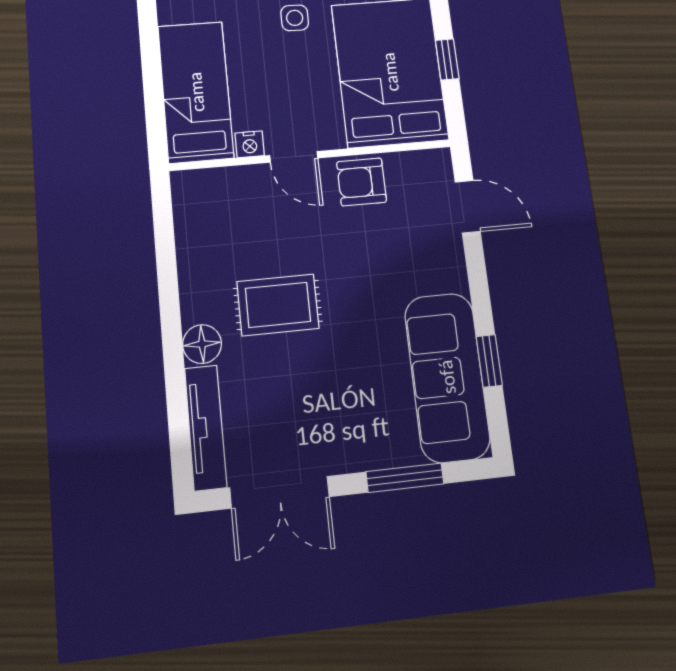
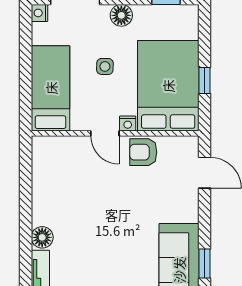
side table: (295, 18) -> (105, 66), moved
nightstand: (250, 144) -> (128, 123), moved
rug: (278, 305) -> (87, 220), removed

